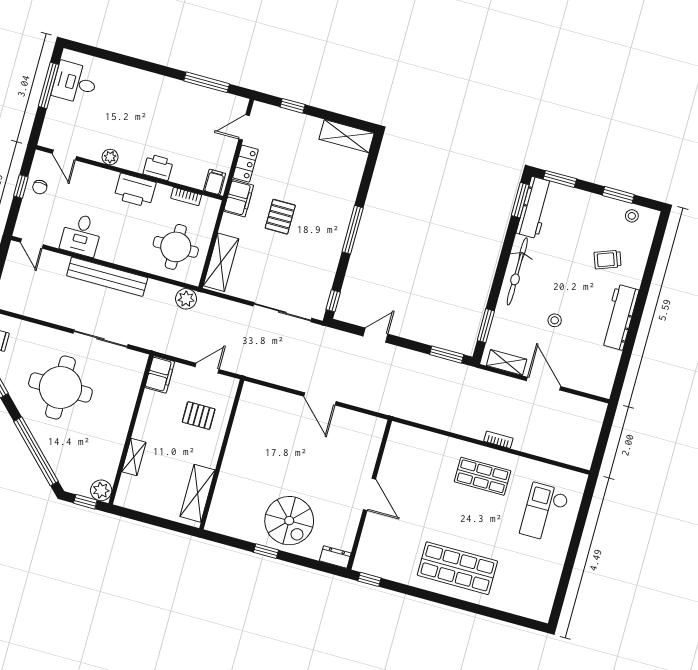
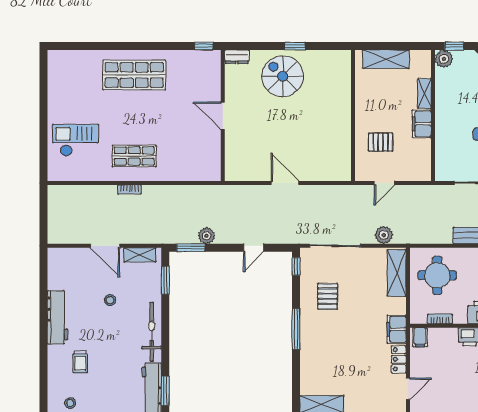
pallet: (280, 217) -> (328, 296), moved
trolley: (608, 260) -> (80, 362), turned 110
plant: (186, 299) -> (384, 235), moved
plant: (425, 363) -> (207, 236), added
filing cabinet: (160, 375) -> (422, 124), moved
shelving: (197, 493) -> (386, 59), moved, turned 90
checkout: (544, 512) -> (75, 140), turned -90

